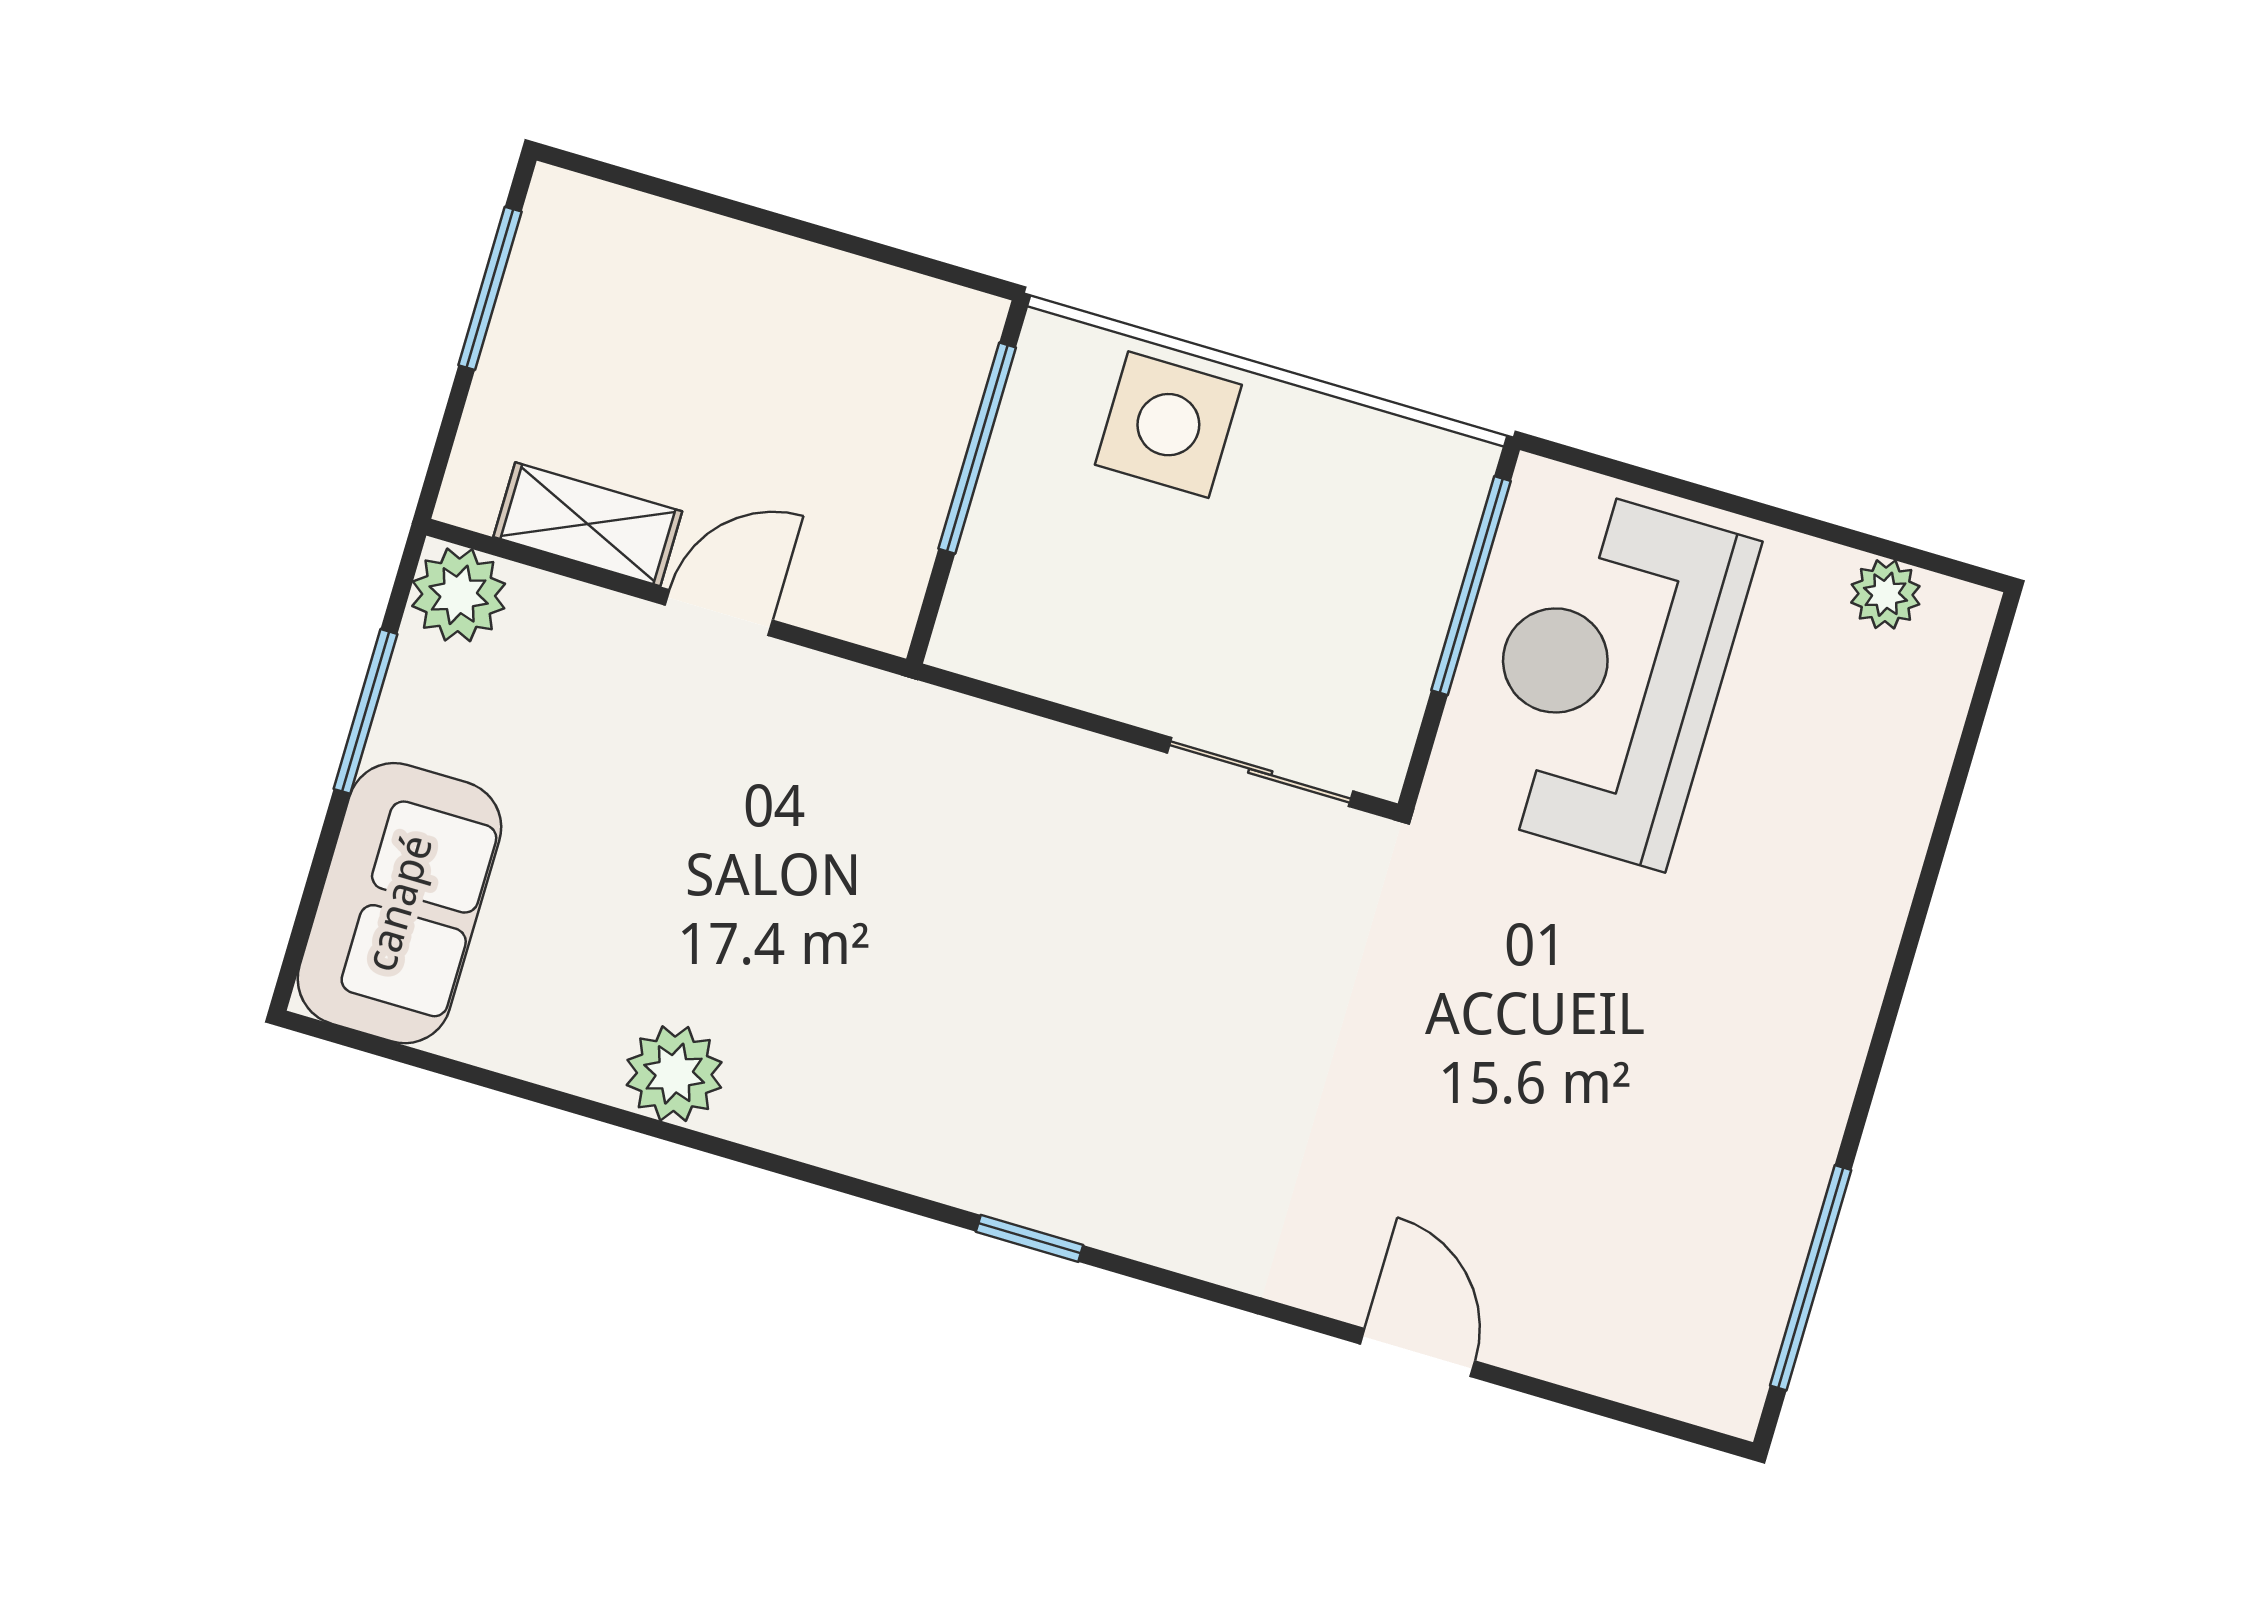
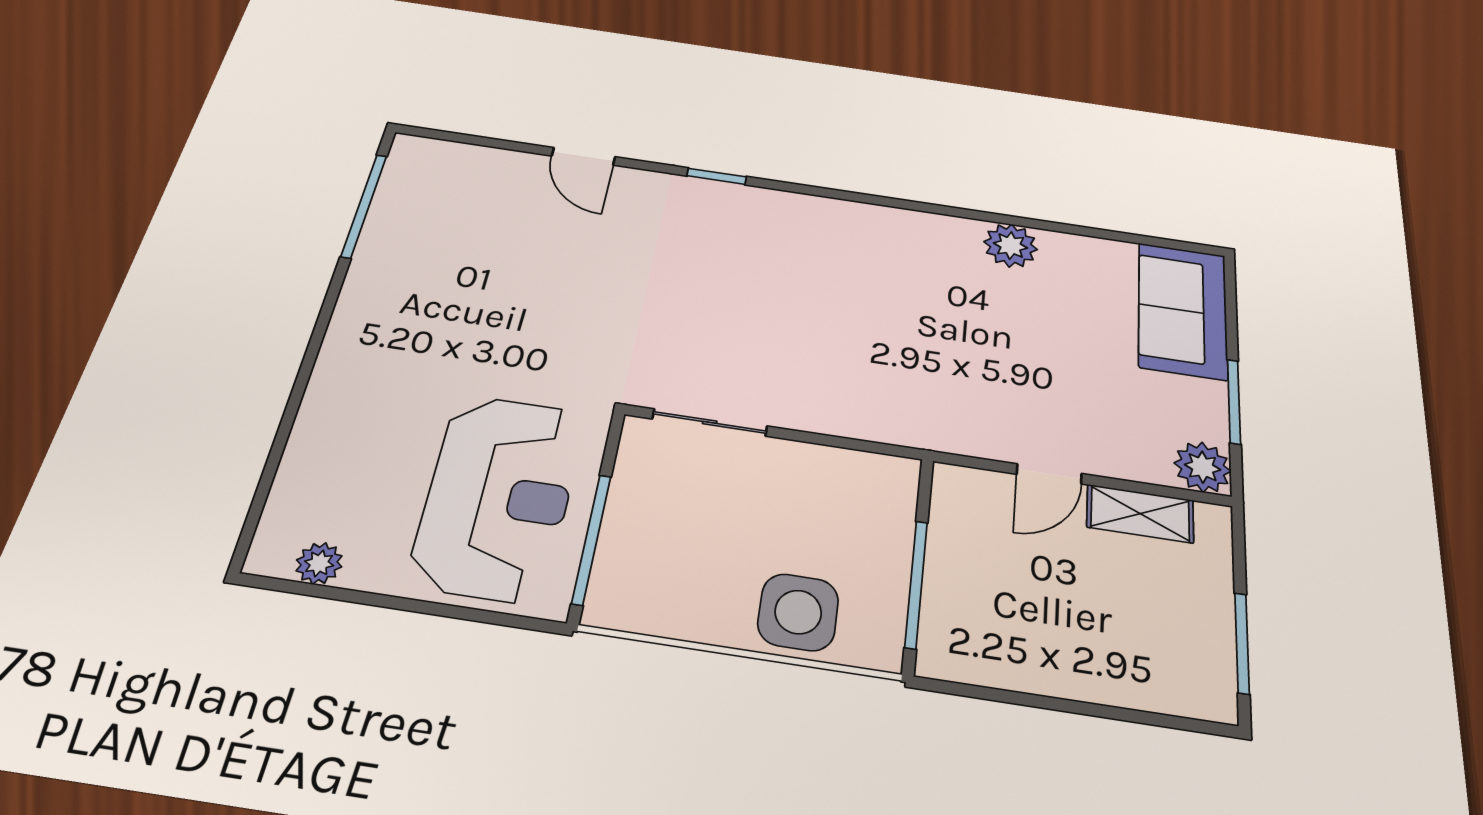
window: (1030, 1238) -> (717, 176), moved

